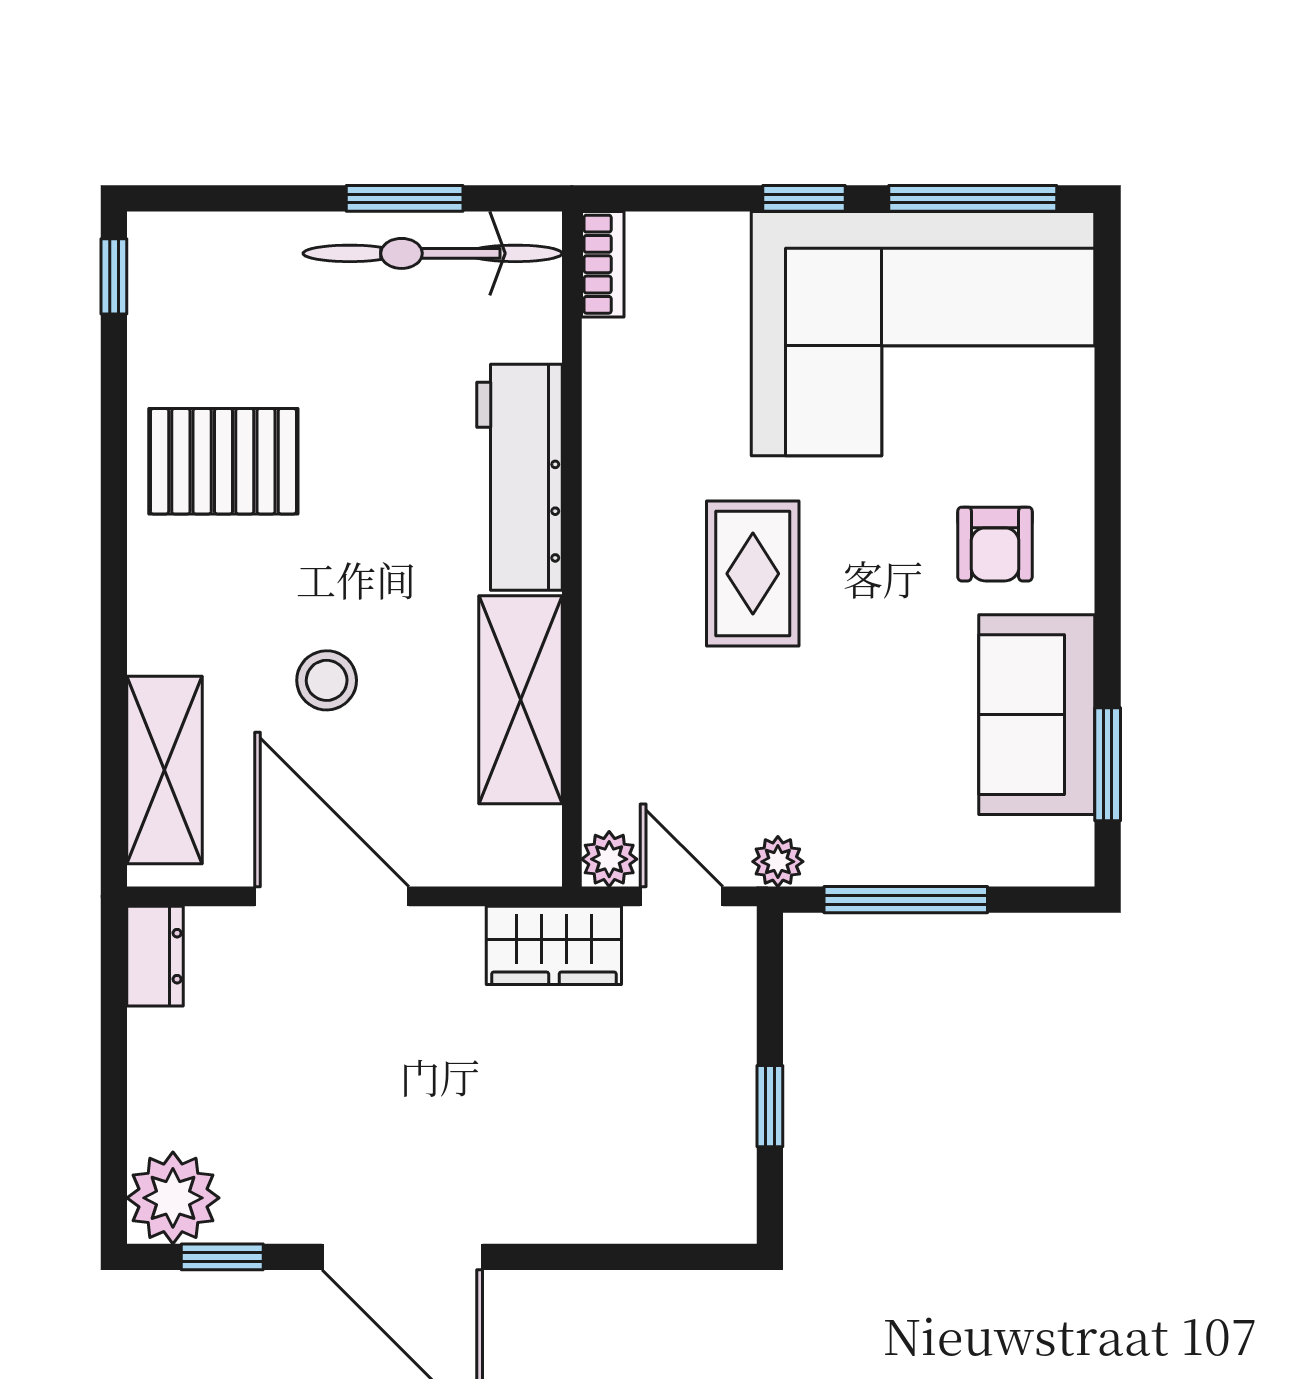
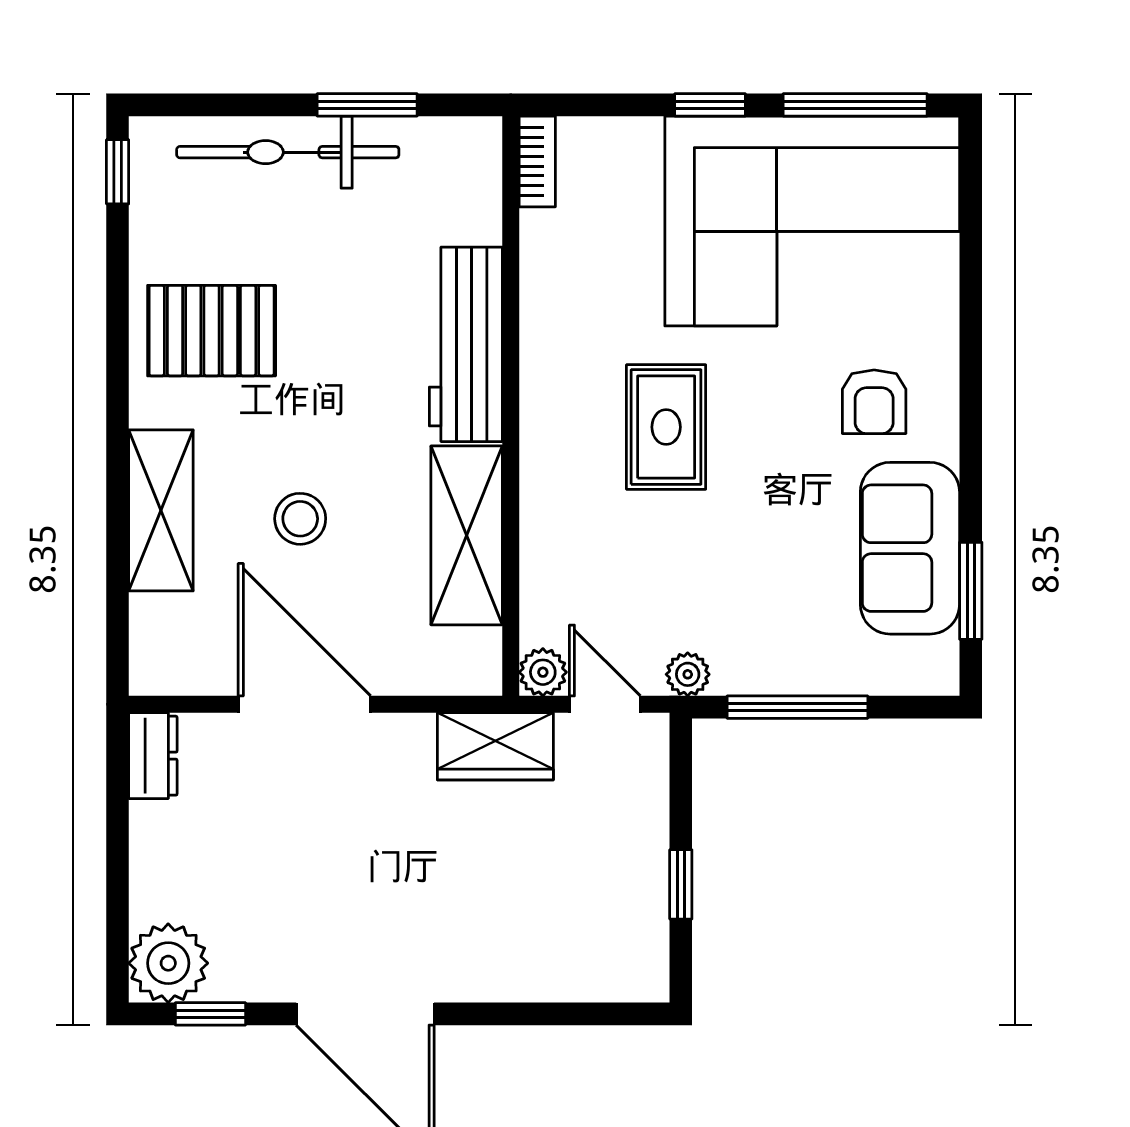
bicycle: (433, 253) -> (288, 152), moved
shelving: (164, 770) -> (161, 510), moved

